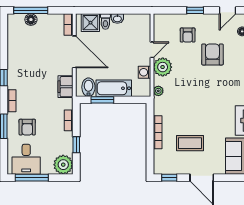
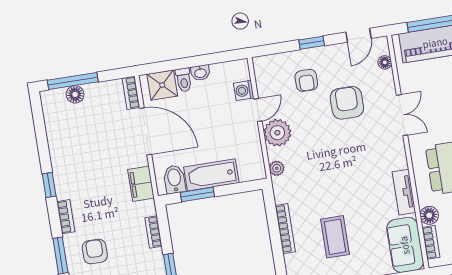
washing machine: (145, 72) -> (244, 90), moved
armchair: (27, 127) -> (95, 251), turned 180
coffee table: (190, 143) -> (335, 237), turned 90

